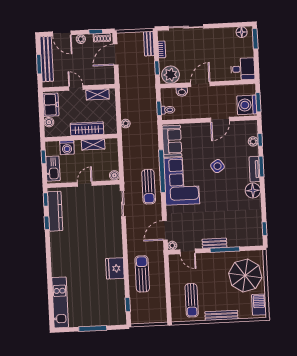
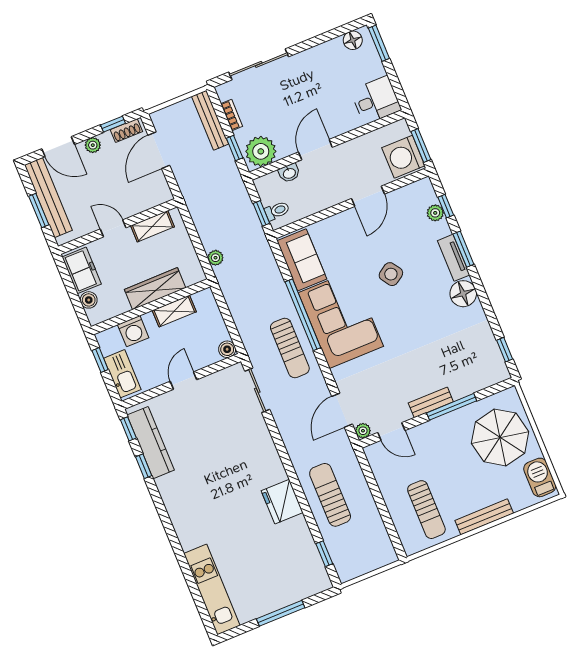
bench: (149, 44) -> (210, 120), width x1.36

